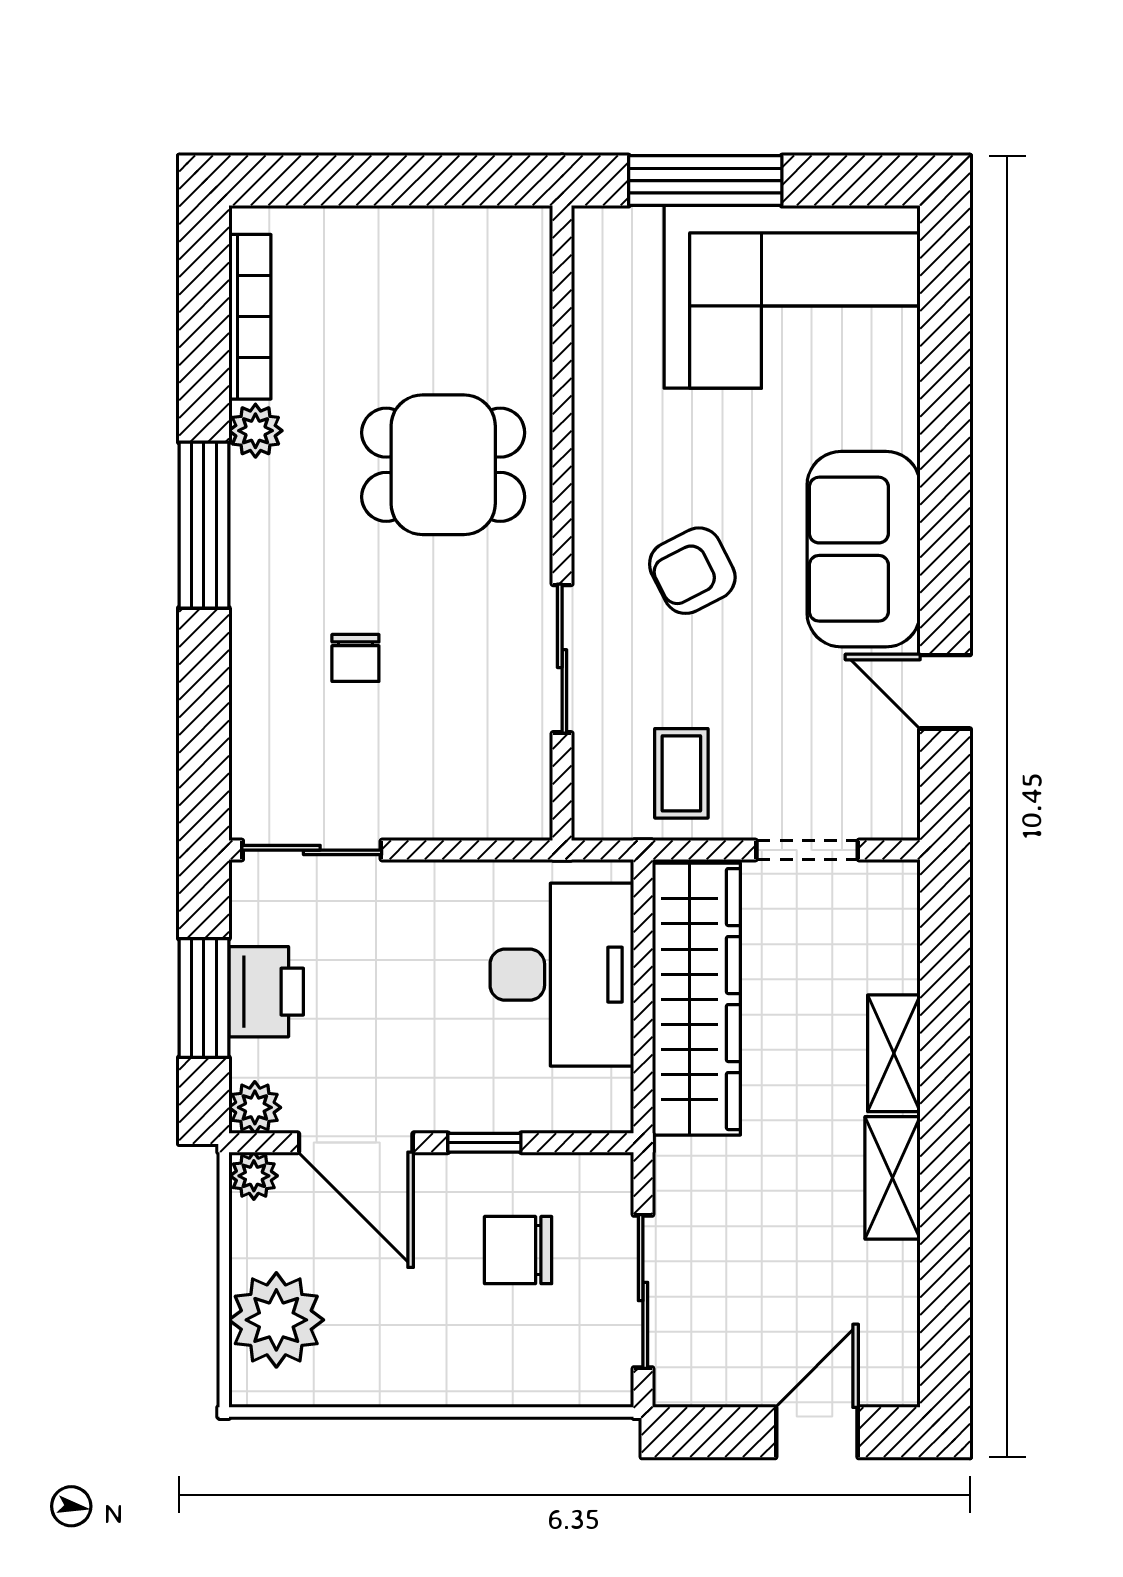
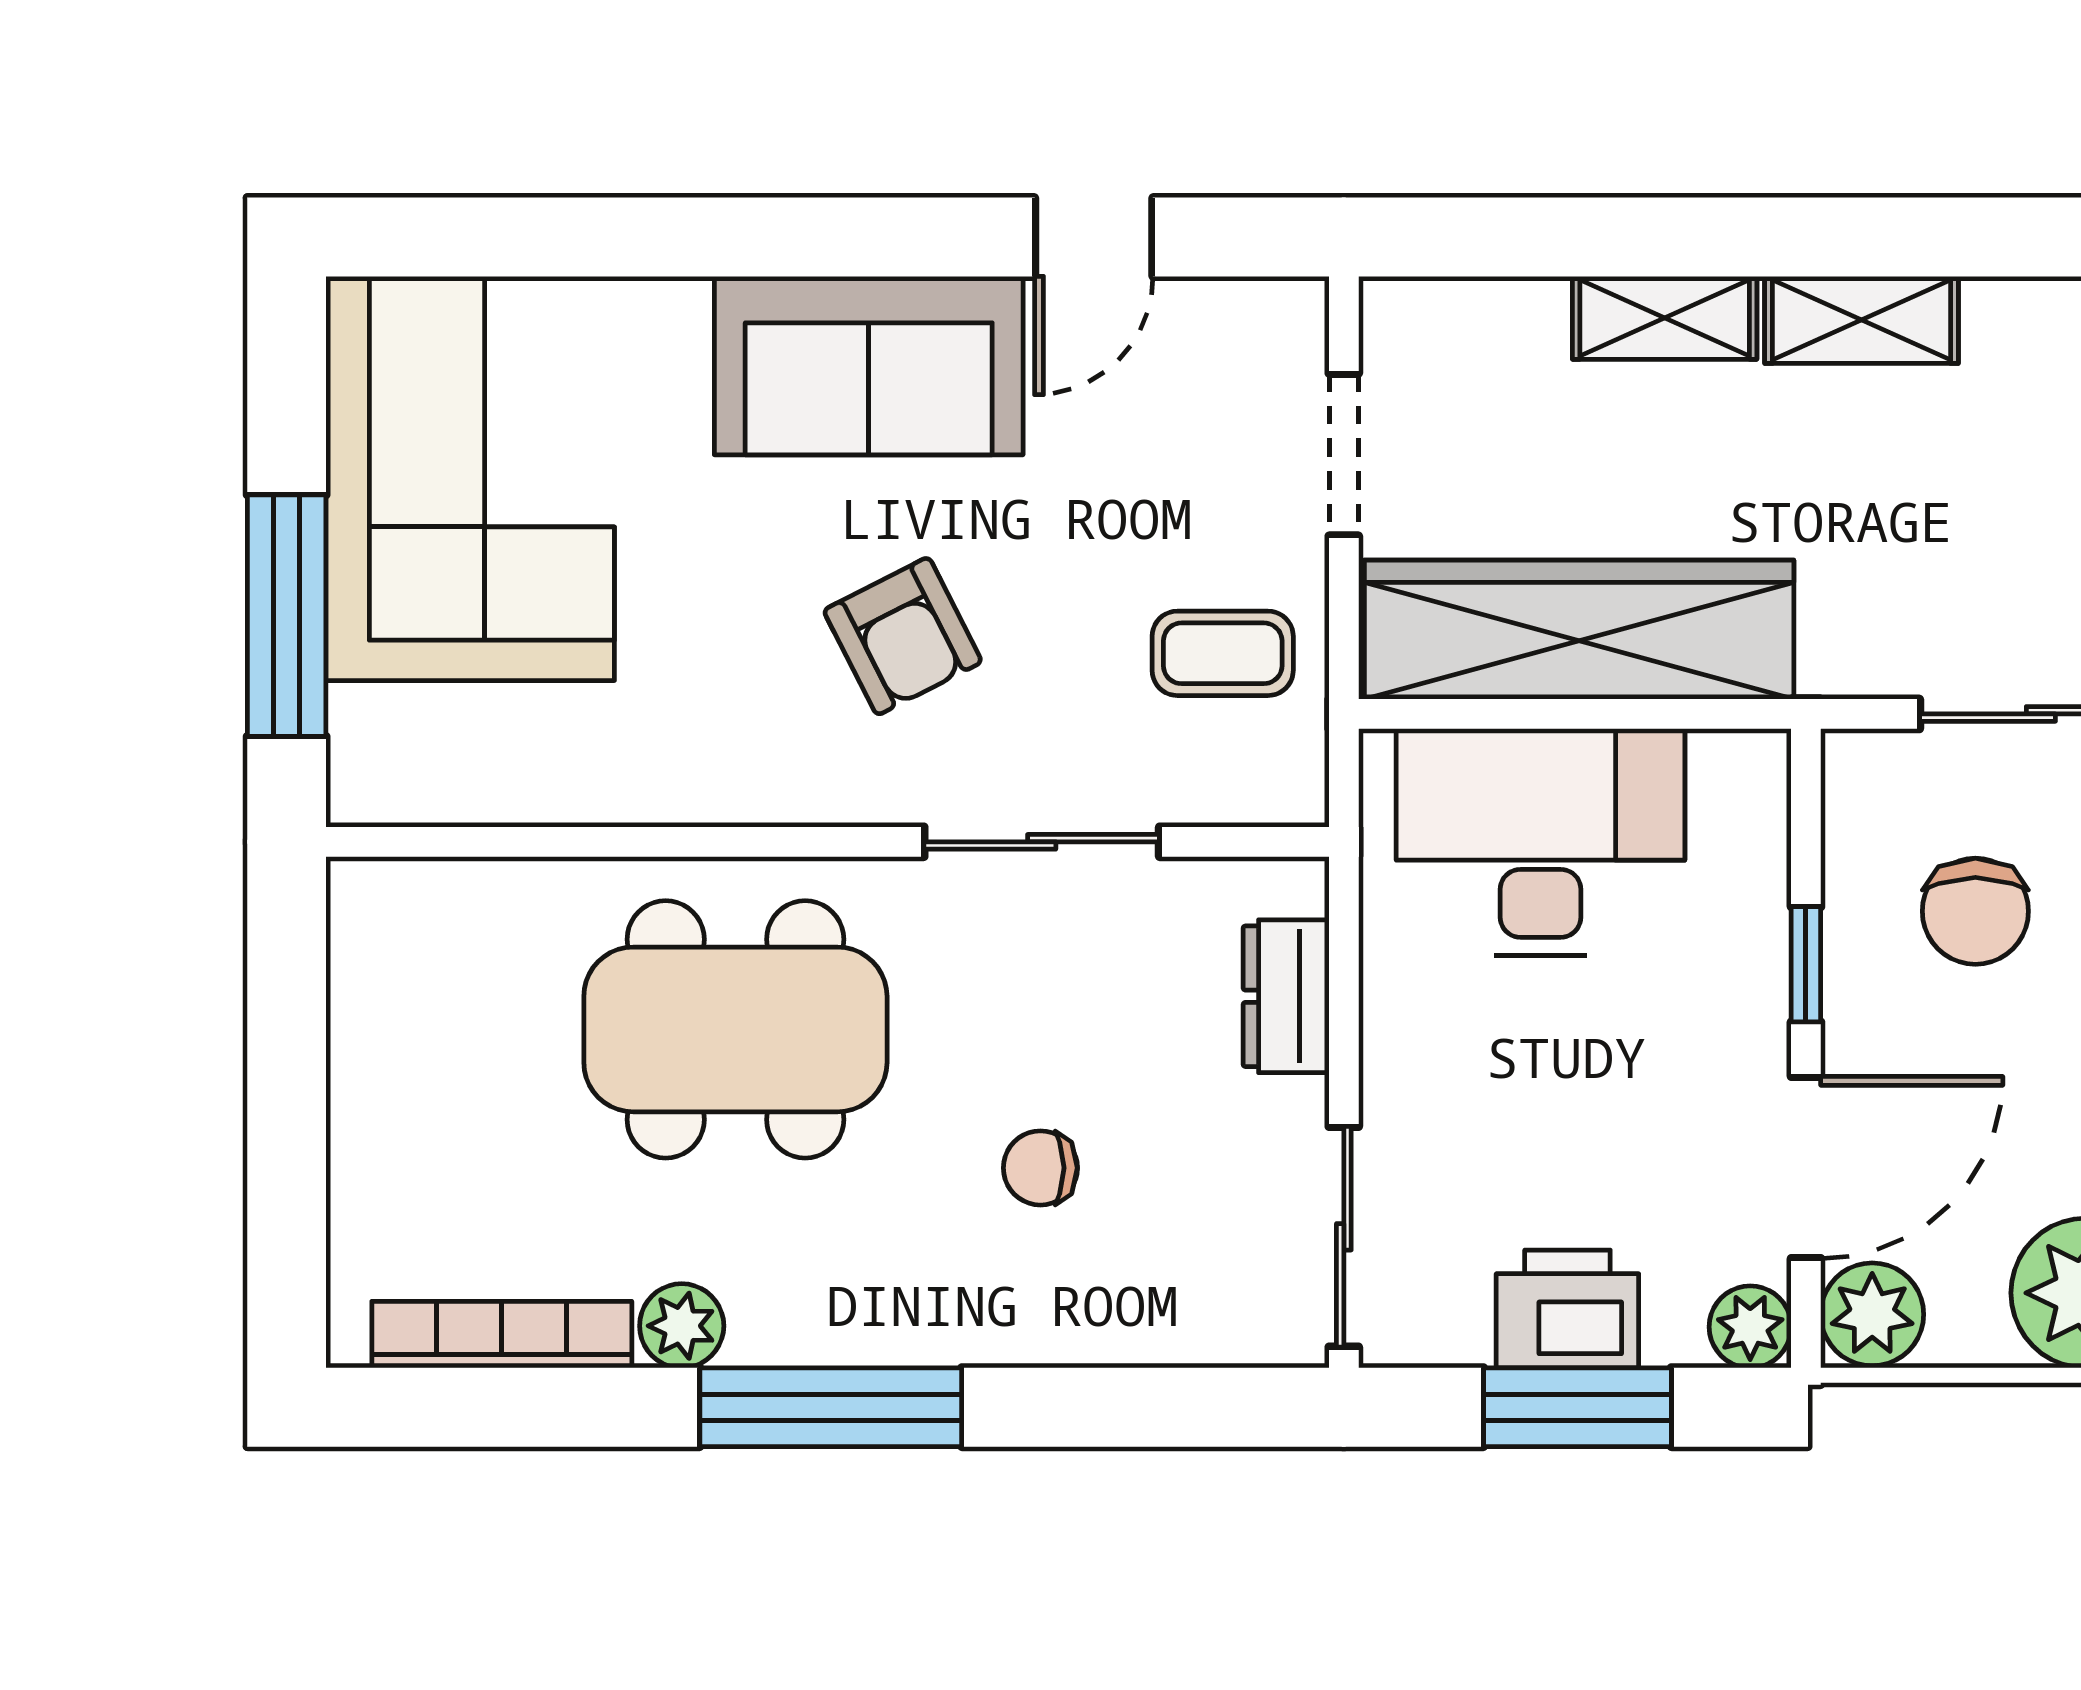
dining table: (443, 465) -> (735, 1029), width x1.38
chair: (355, 658) -> (1040, 1168), turned 180
dresser: (464, 813) -> (1286, 996), added
plant: (254, 1176) -> (1872, 1314), width x1.38, depth x1.38

